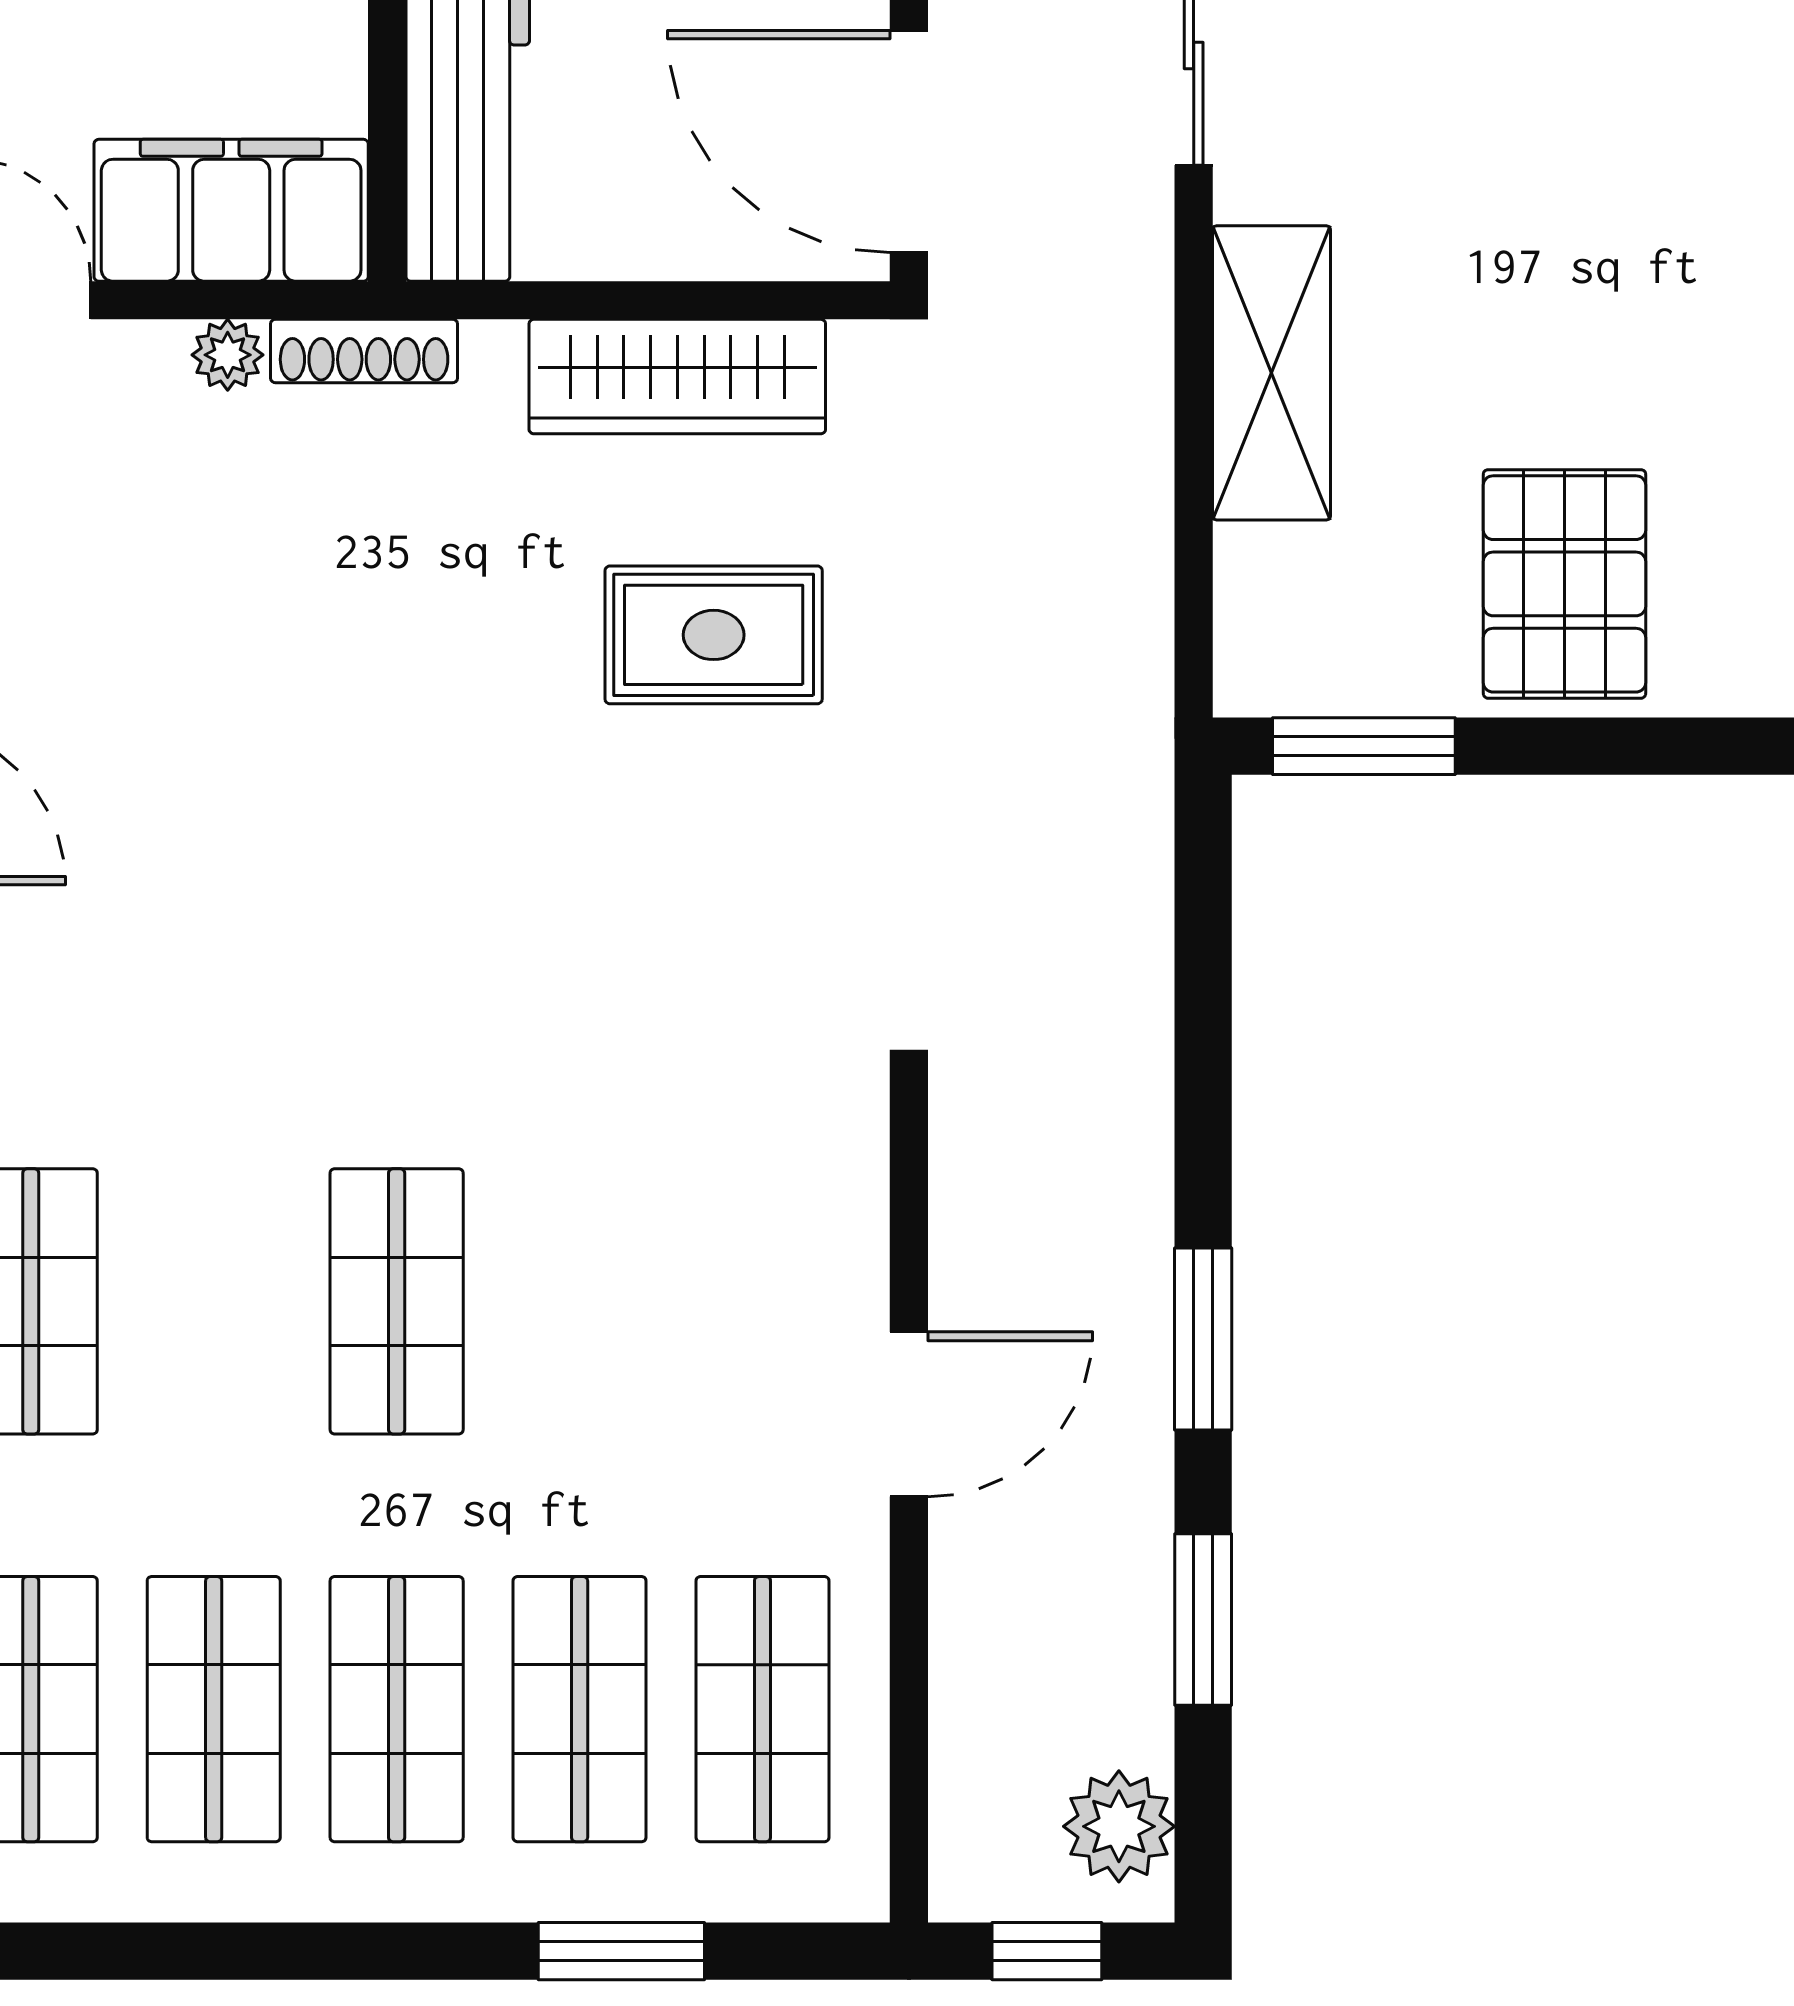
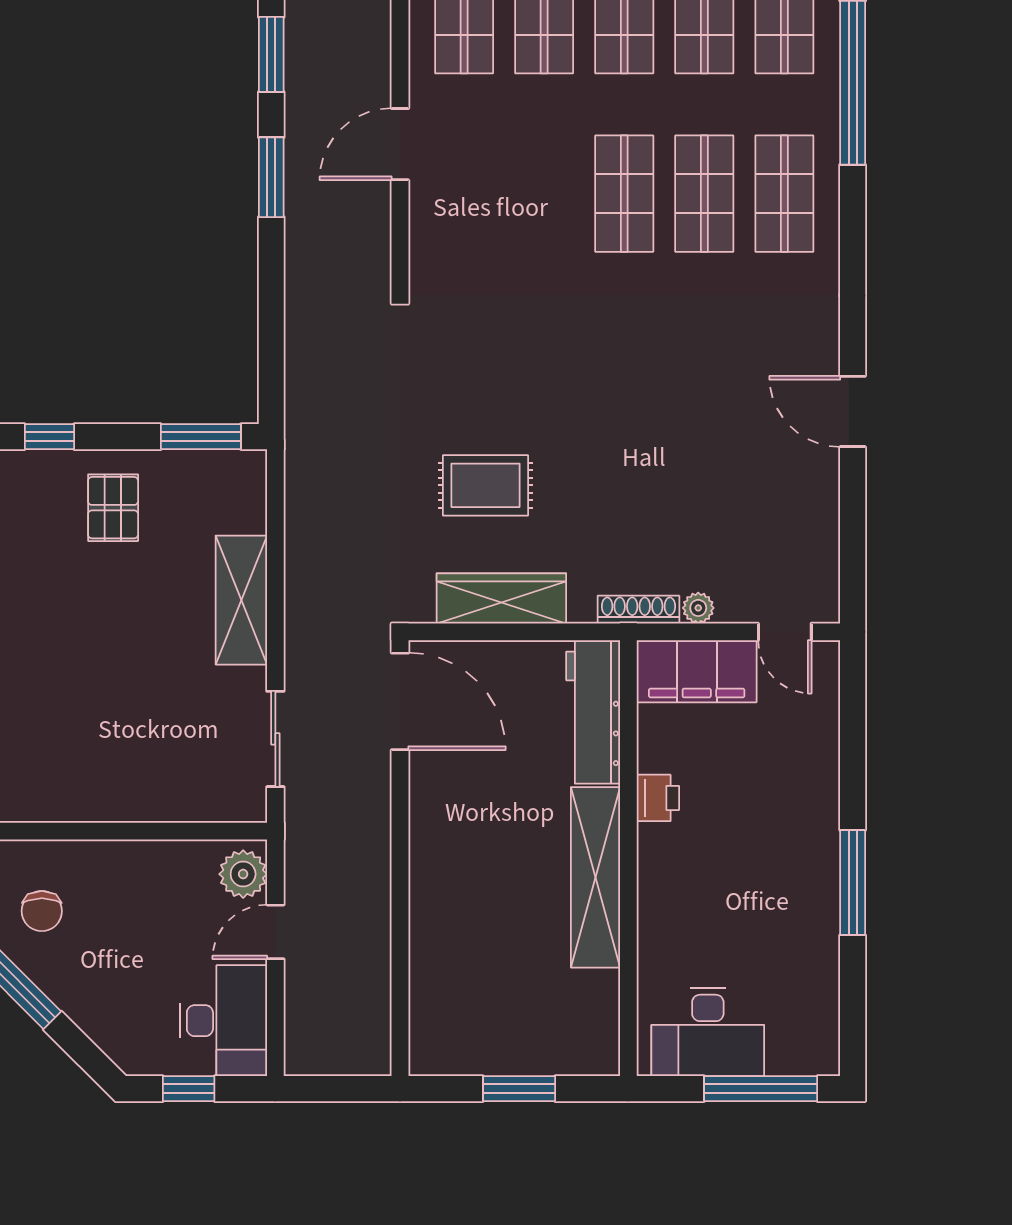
pallet: (1565, 584) -> (113, 508), width x0.67, depth x0.71
window: (1710, 746) -> (49, 437), added
shop shelf: (214, 1301) -> (704, 194), added

